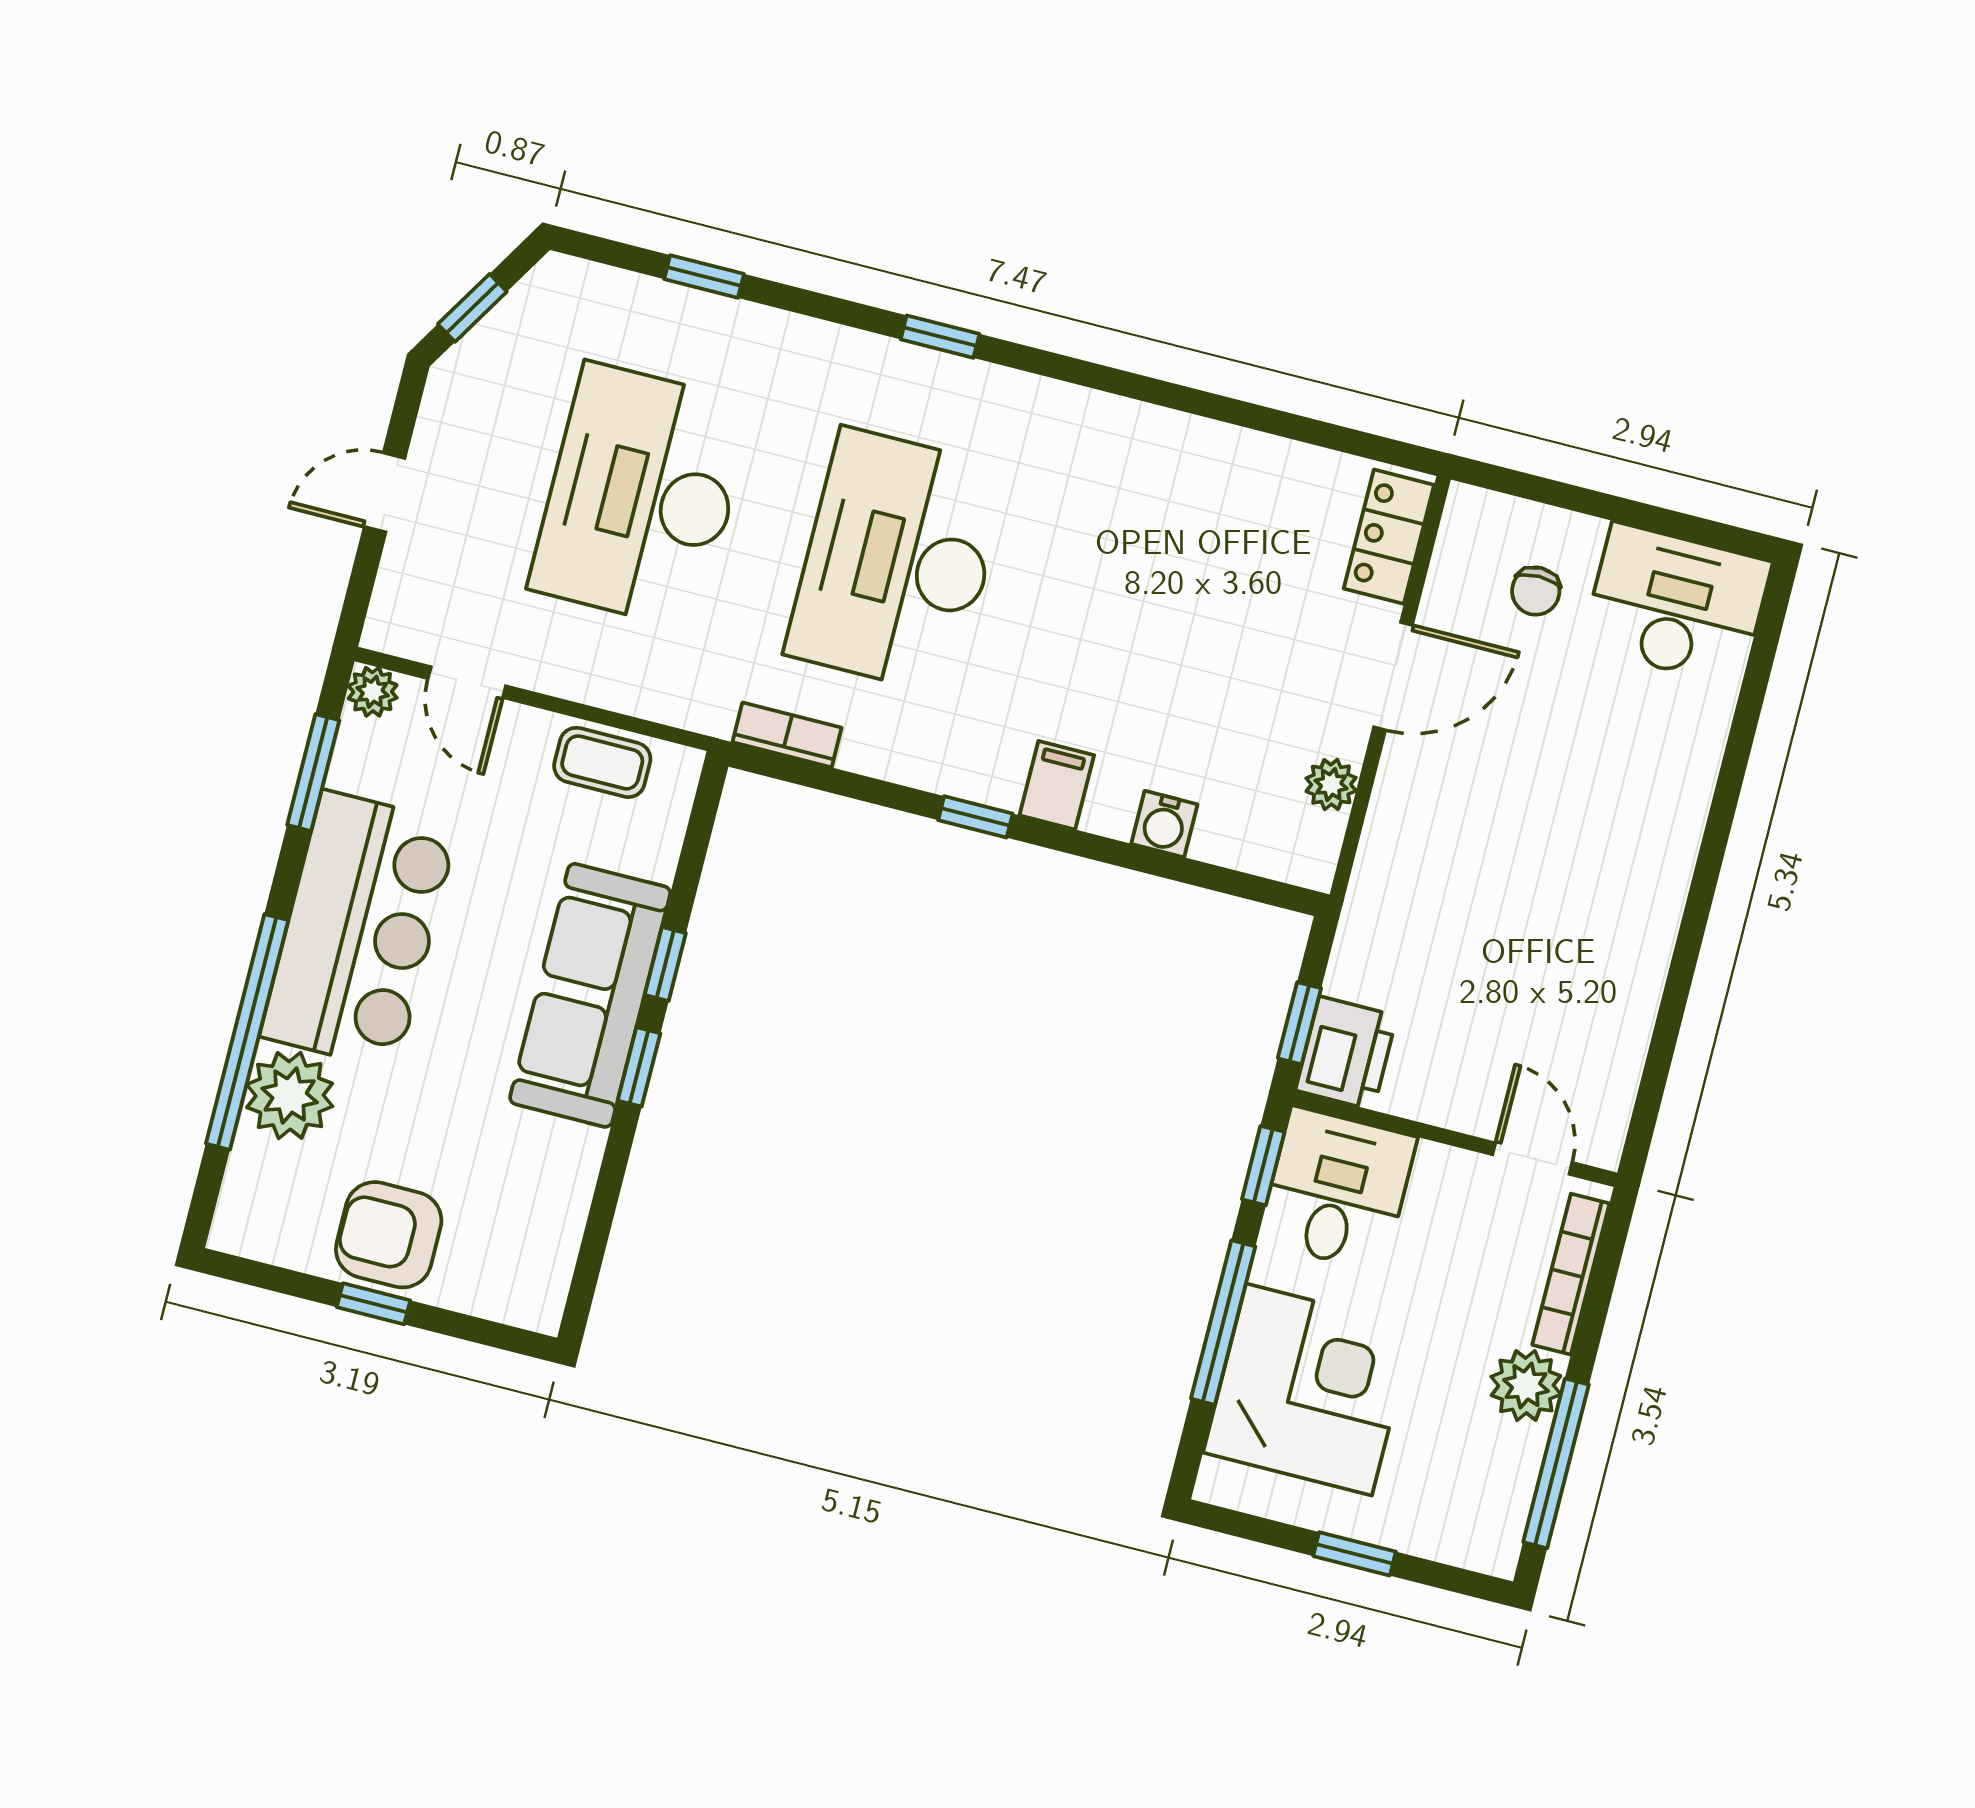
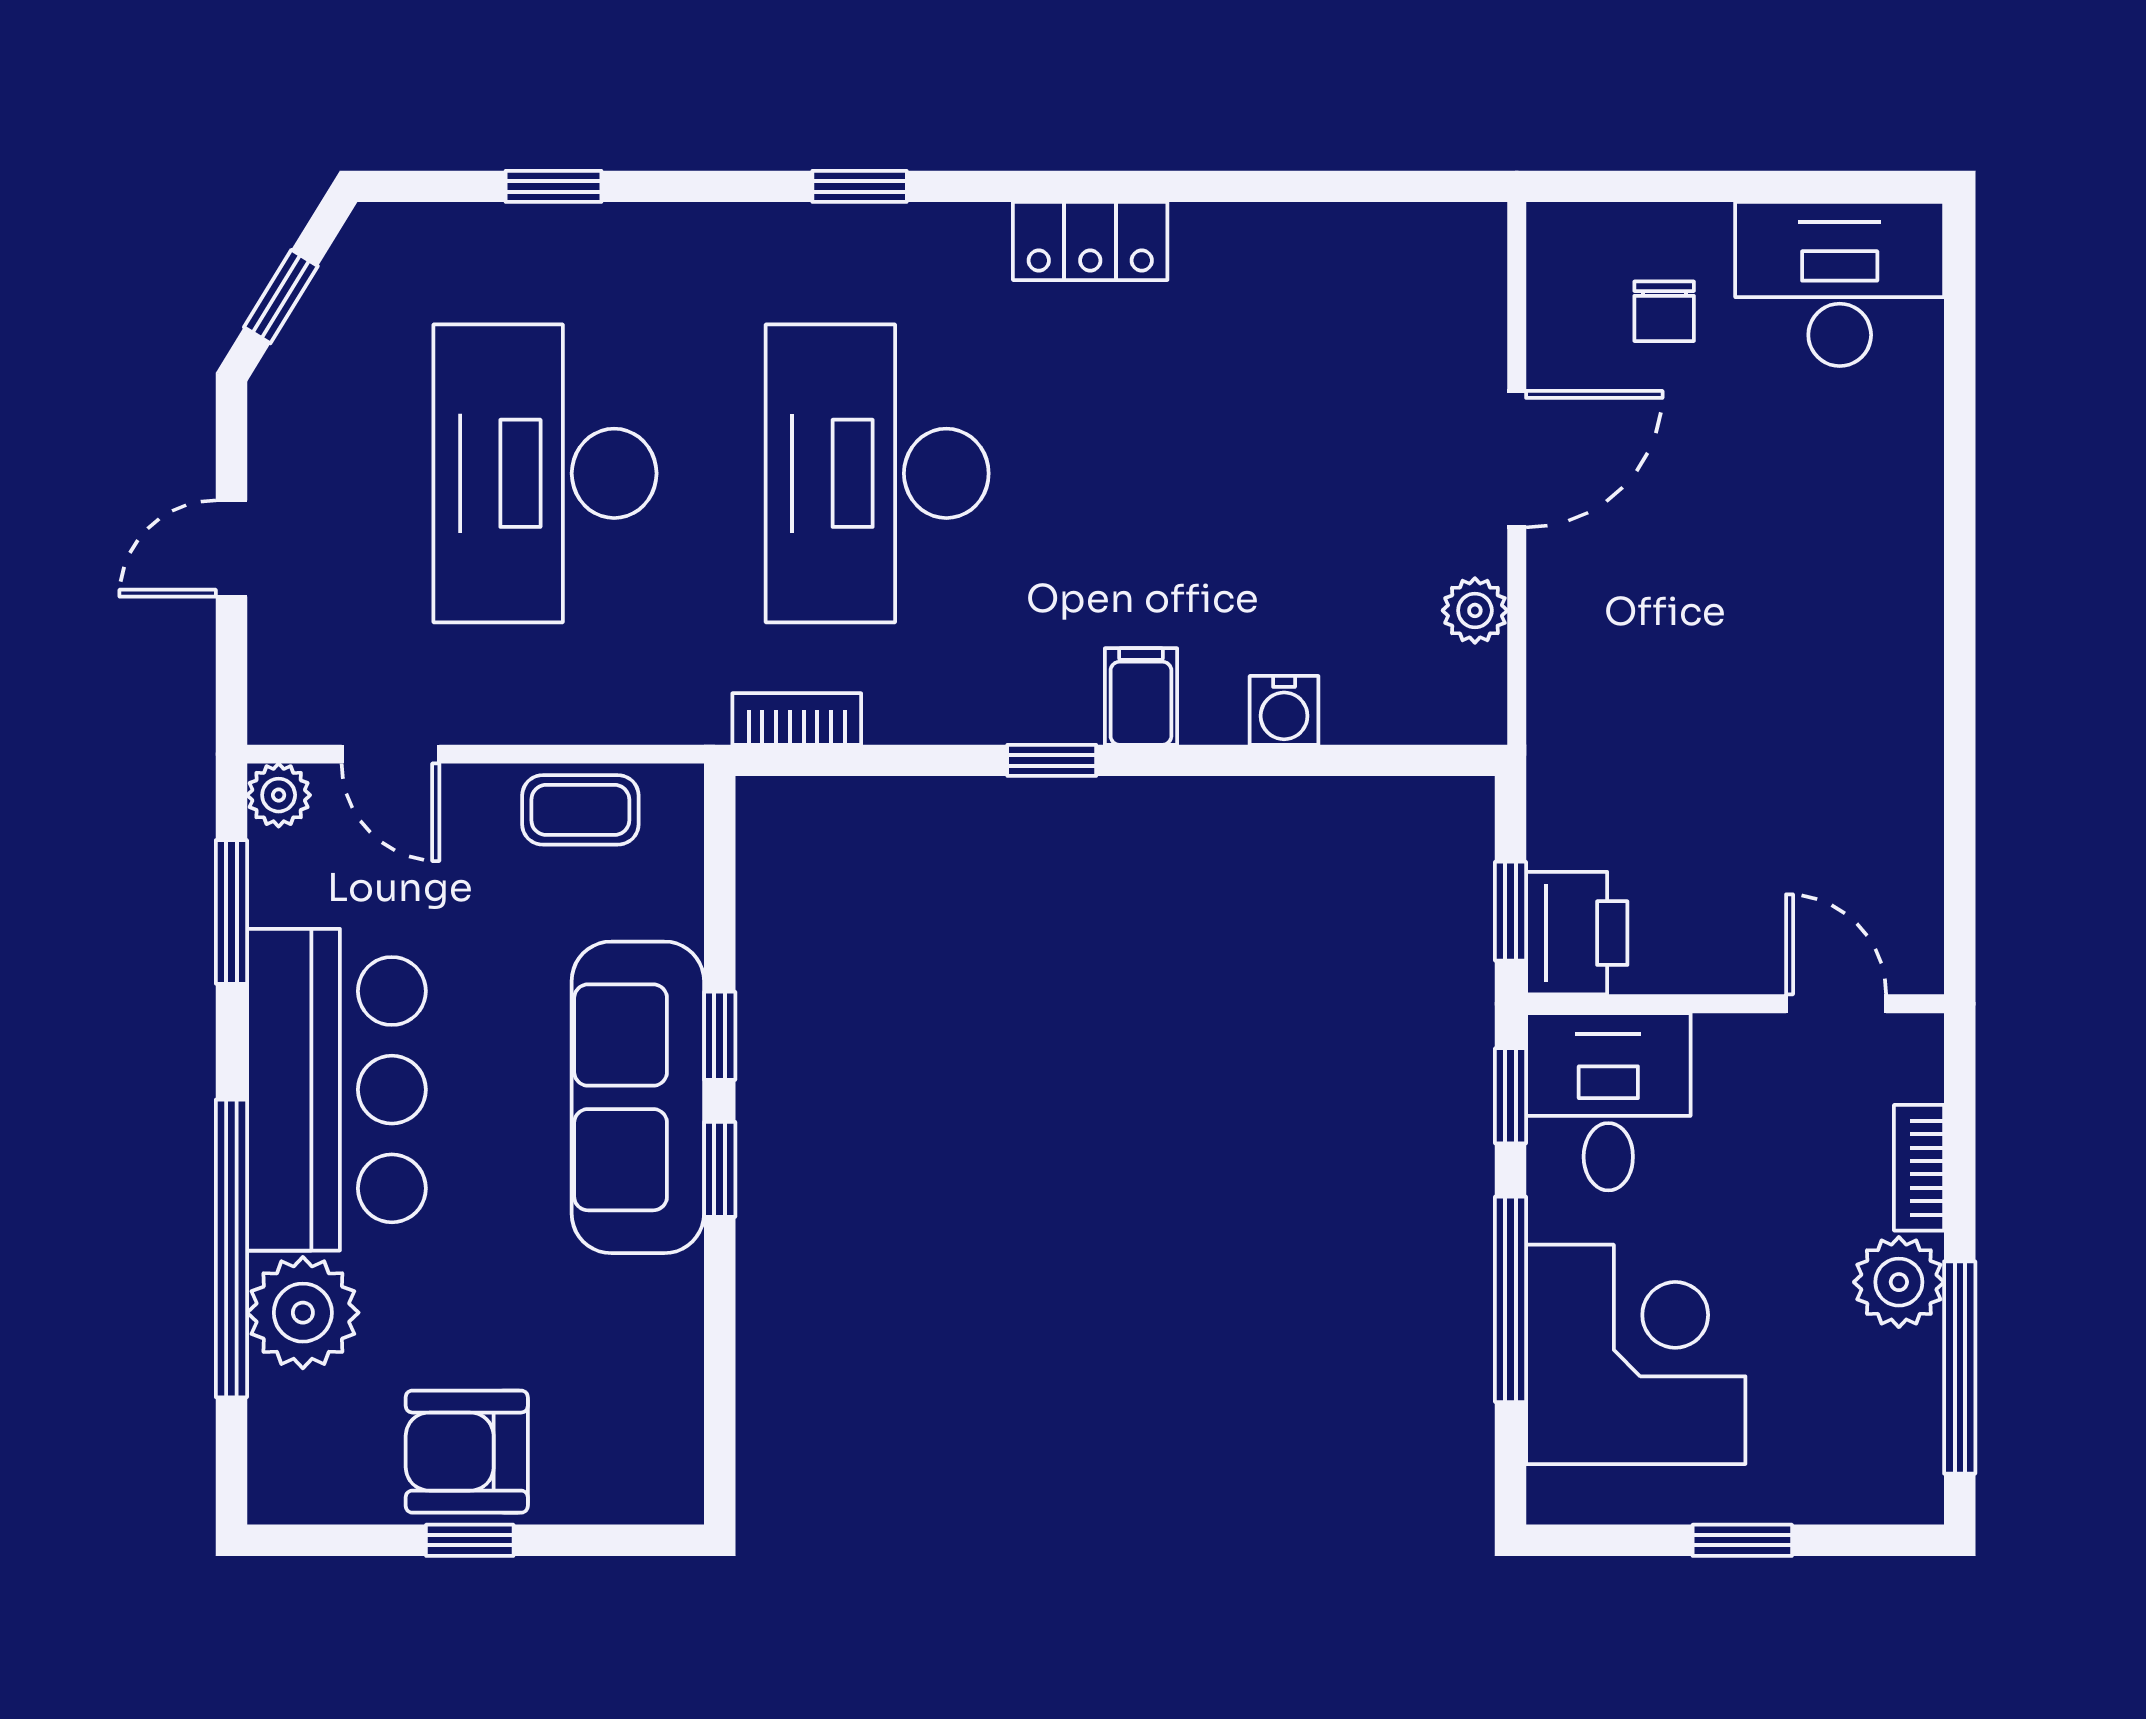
locker: (1389, 537) -> (1090, 241), moved, turned -90
bookcase: (1571, 1274) -> (1919, 1168), width x0.64

